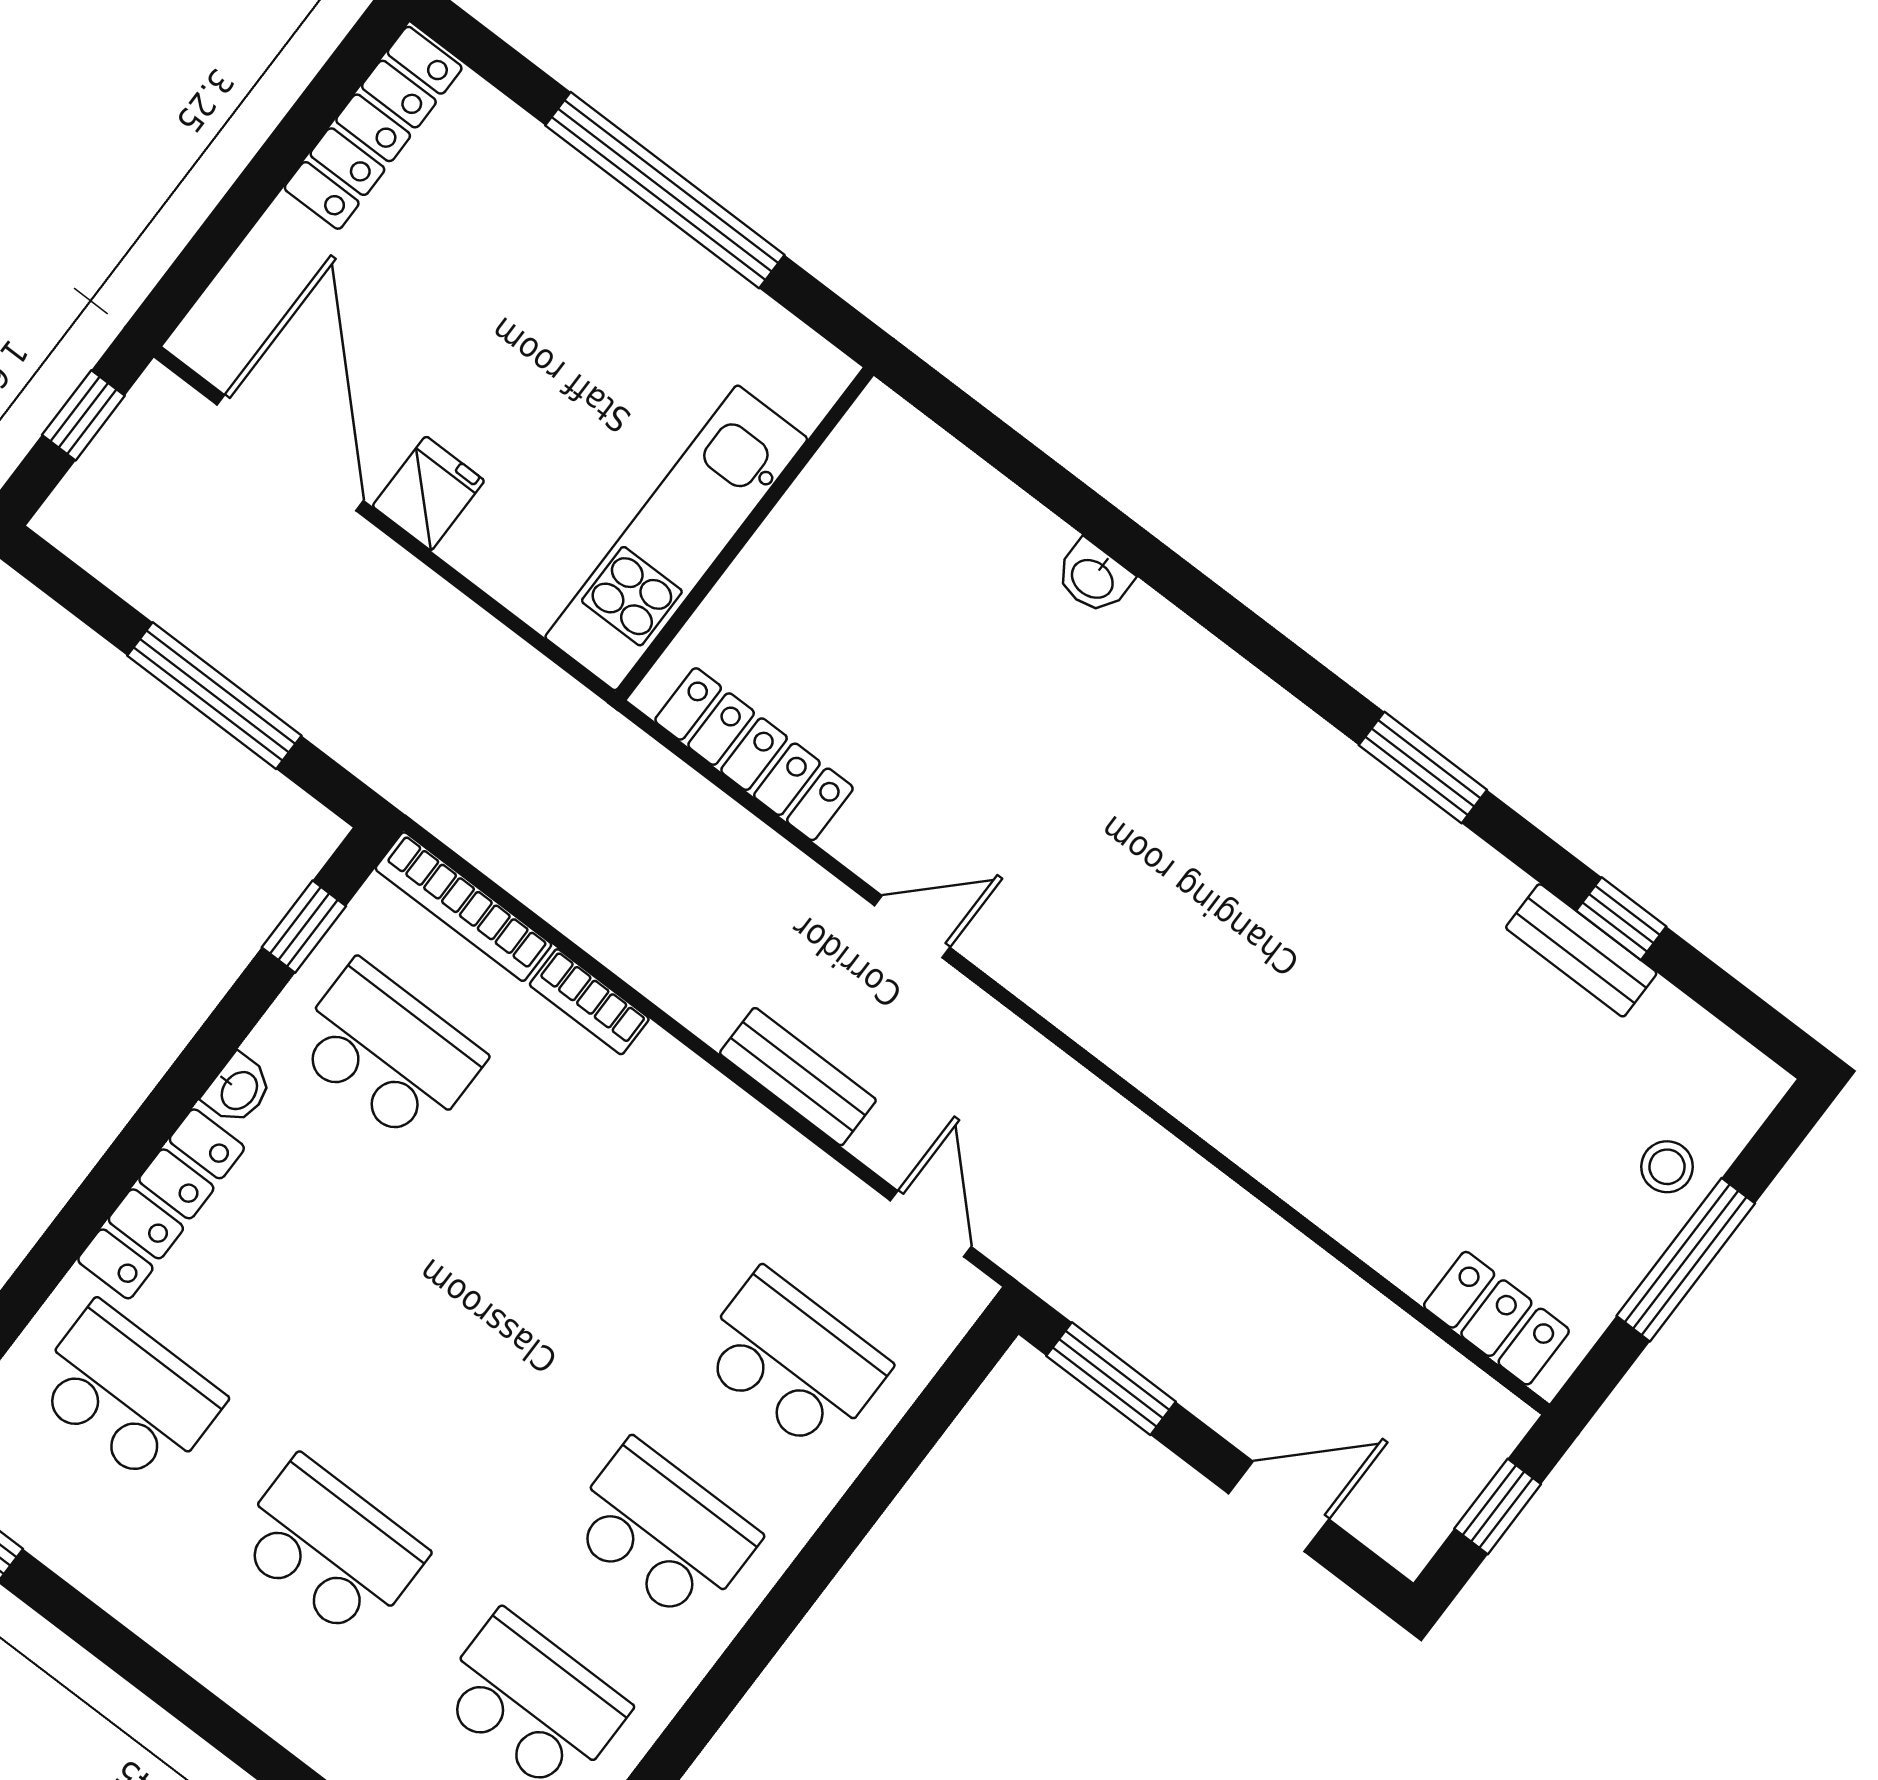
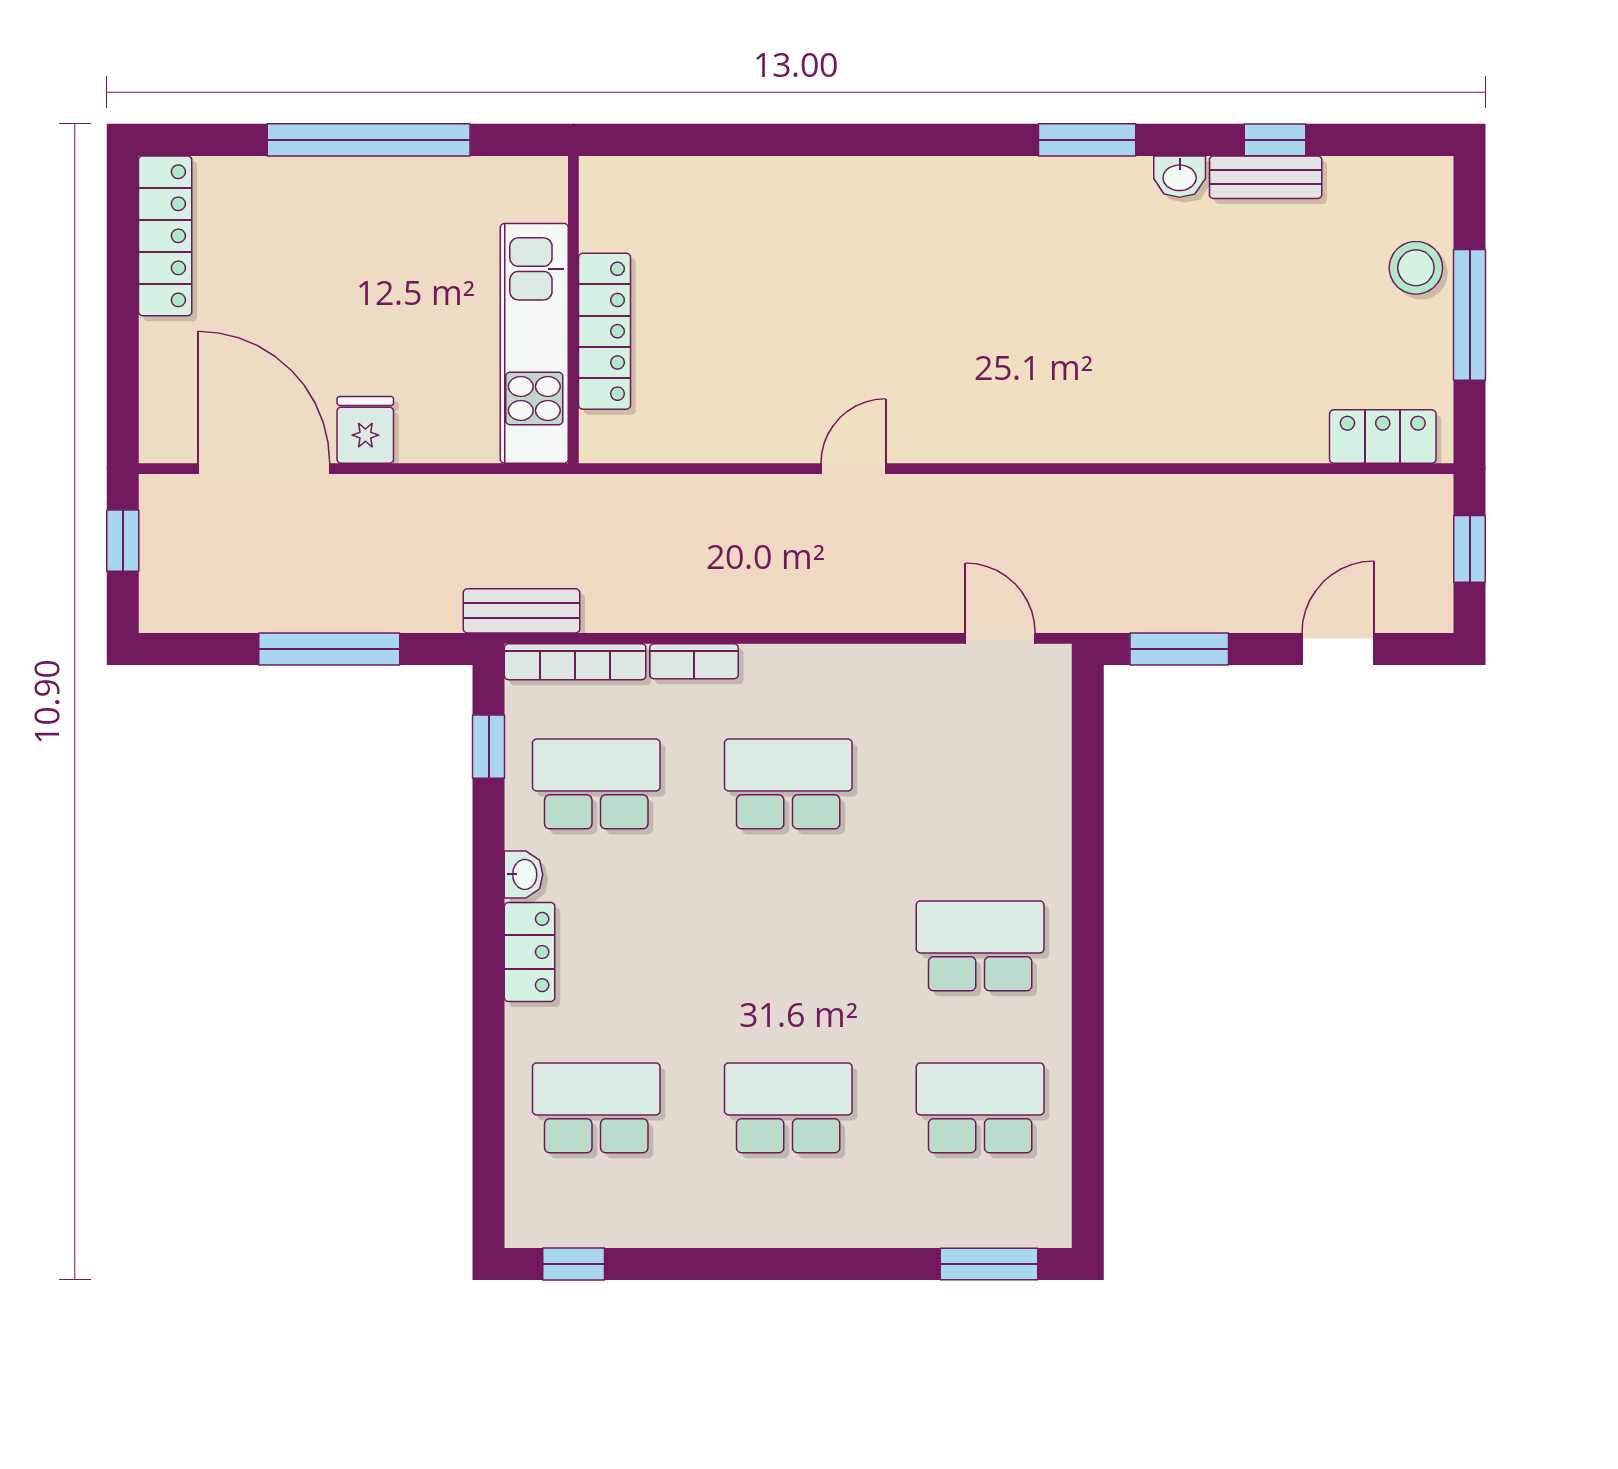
washbasin: (1093, 578) -> (1180, 177), moved
locker: (754, 754) -> (605, 331), moved, turned 90
bench: (798, 1077) -> (521, 611), moved
stool: (1667, 1167) -> (1416, 268), width x1.37, depth x1.37
locker: (161, 1204) -> (530, 952), width x0.66
school desk: (792, 1361) -> (788, 784), moved

